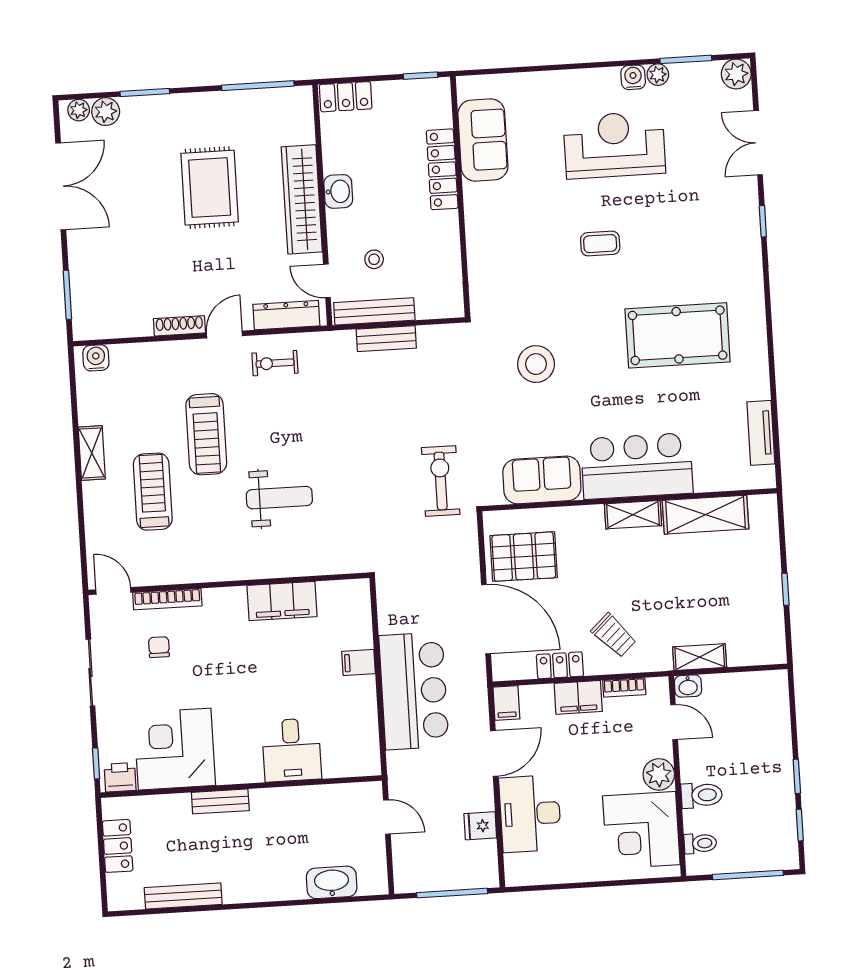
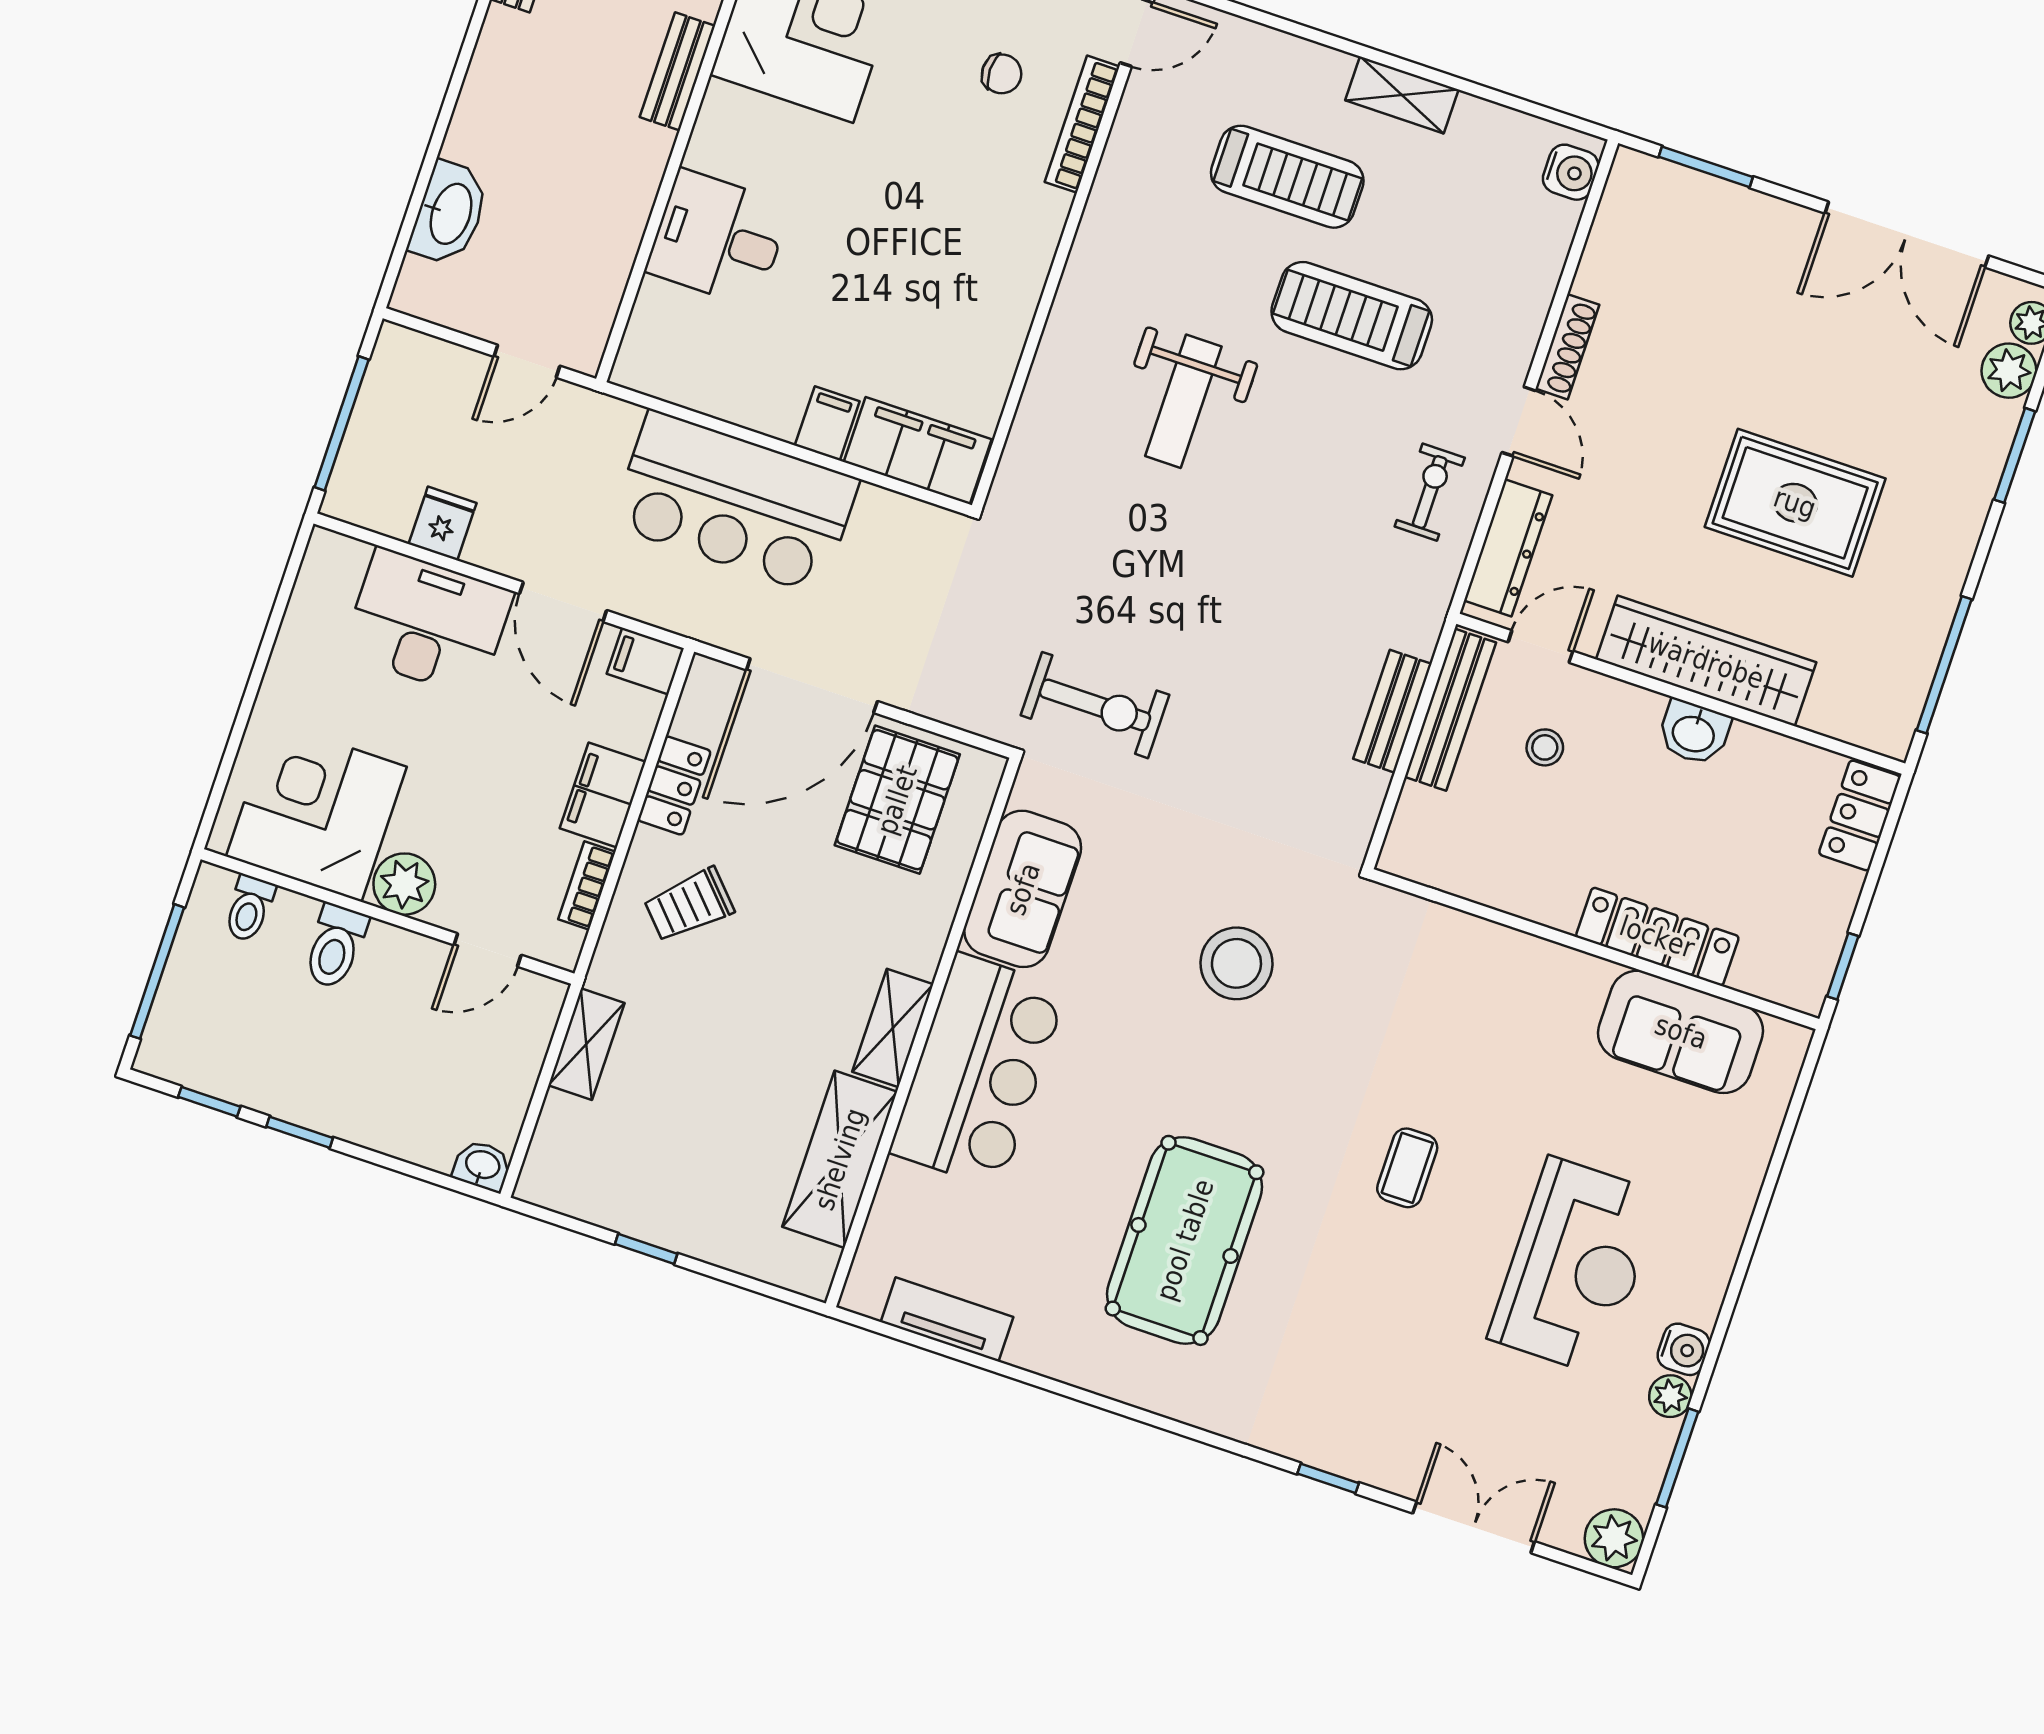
filing cabinet: (282, 601) -> (918, 451), moved, turned 90
washbasin: (688, 686) -> (482, 1166), moved, turned 90

